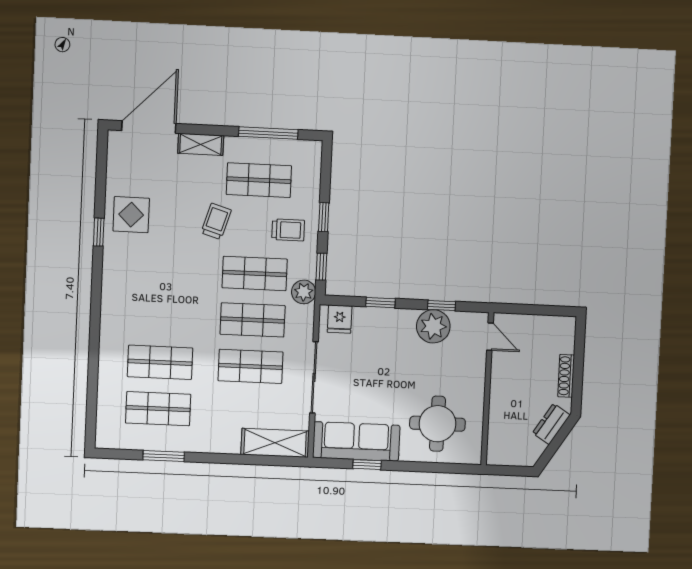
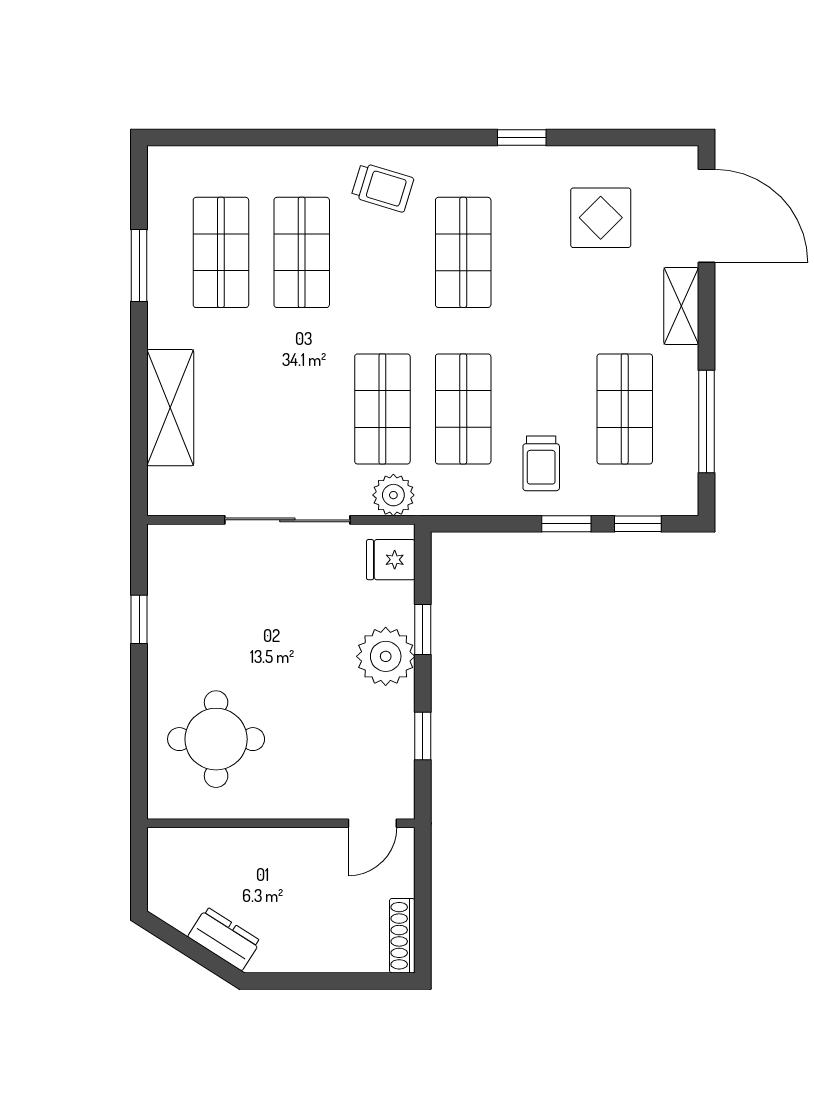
display table: (131, 215) -> (601, 218), moved
trolley: (216, 221) -> (383, 187), moved
window: (321, 267) -> (638, 524), moved
plant: (304, 292) -> (393, 495), moved
plant: (433, 326) -> (386, 656), moved
shop shelf: (251, 366) -> (463, 252), moved
shoe rack: (566, 376) -> (402, 936), moved, turned -90
sofa: (356, 441) -> (179, 599), removed
shelving: (275, 443) -> (170, 408), moved

